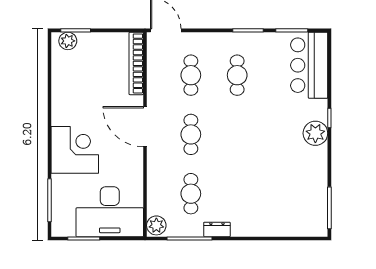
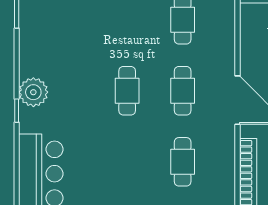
cafe table: (237, 75) -> (127, 91), moved

